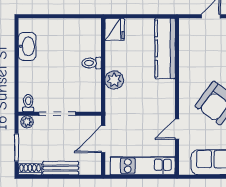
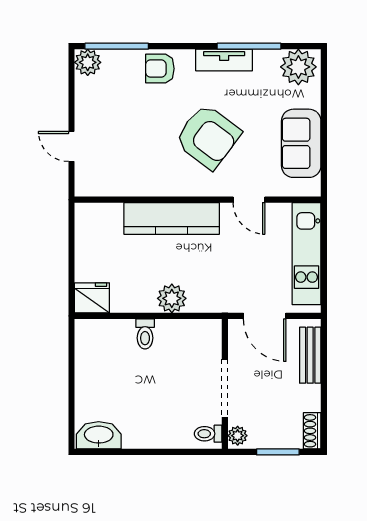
washbasin: (27, 46) -> (99, 435), moved
kitchen counter: (165, 48) -> (172, 218), moved
bench: (61, 168) -> (310, 355), moved

